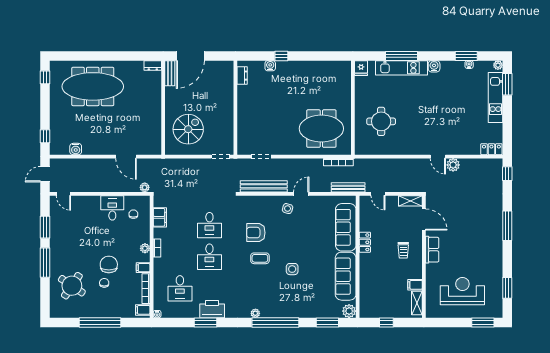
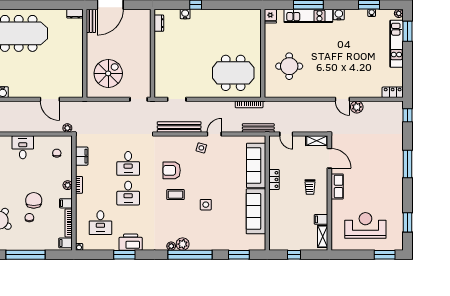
desk: (112, 208) -> (23, 147), moved
plant: (349, 311) -> (183, 244), moved

